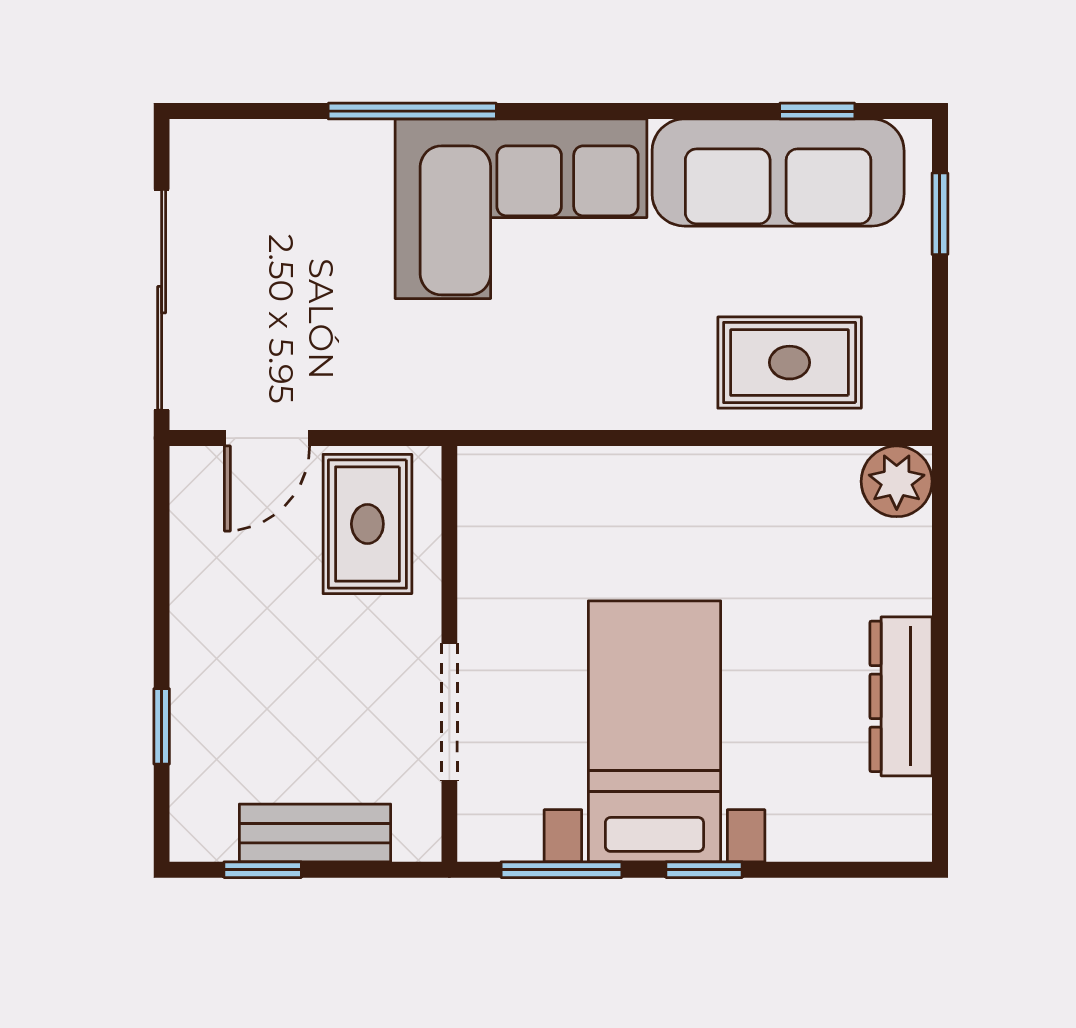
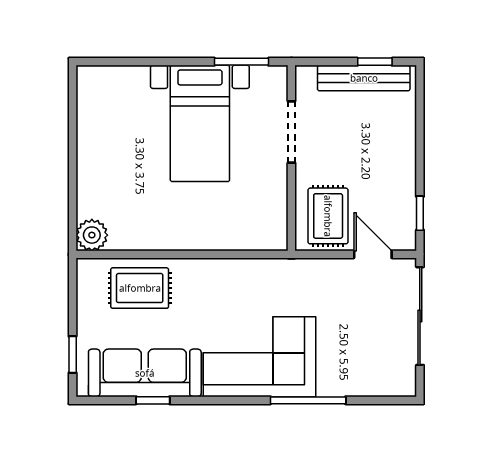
window: (817, 111) -> (153, 400), moved
door: (267, 438) -> (373, 254), hinge flipped
dresser: (901, 696) -> (90, 139), removed
window: (162, 726) -> (420, 213), moved
bench: (315, 833) -> (364, 78), width x1.36
window: (704, 870) -> (178, 62), removed

